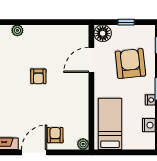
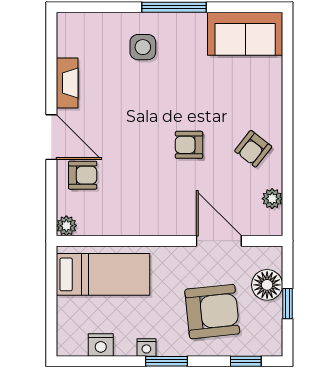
plant: (17, 30) -> (272, 199), moved
floor lamp: (103, 33) -> (267, 285), moved
armchair: (41, 41) -> (253, 149), added

